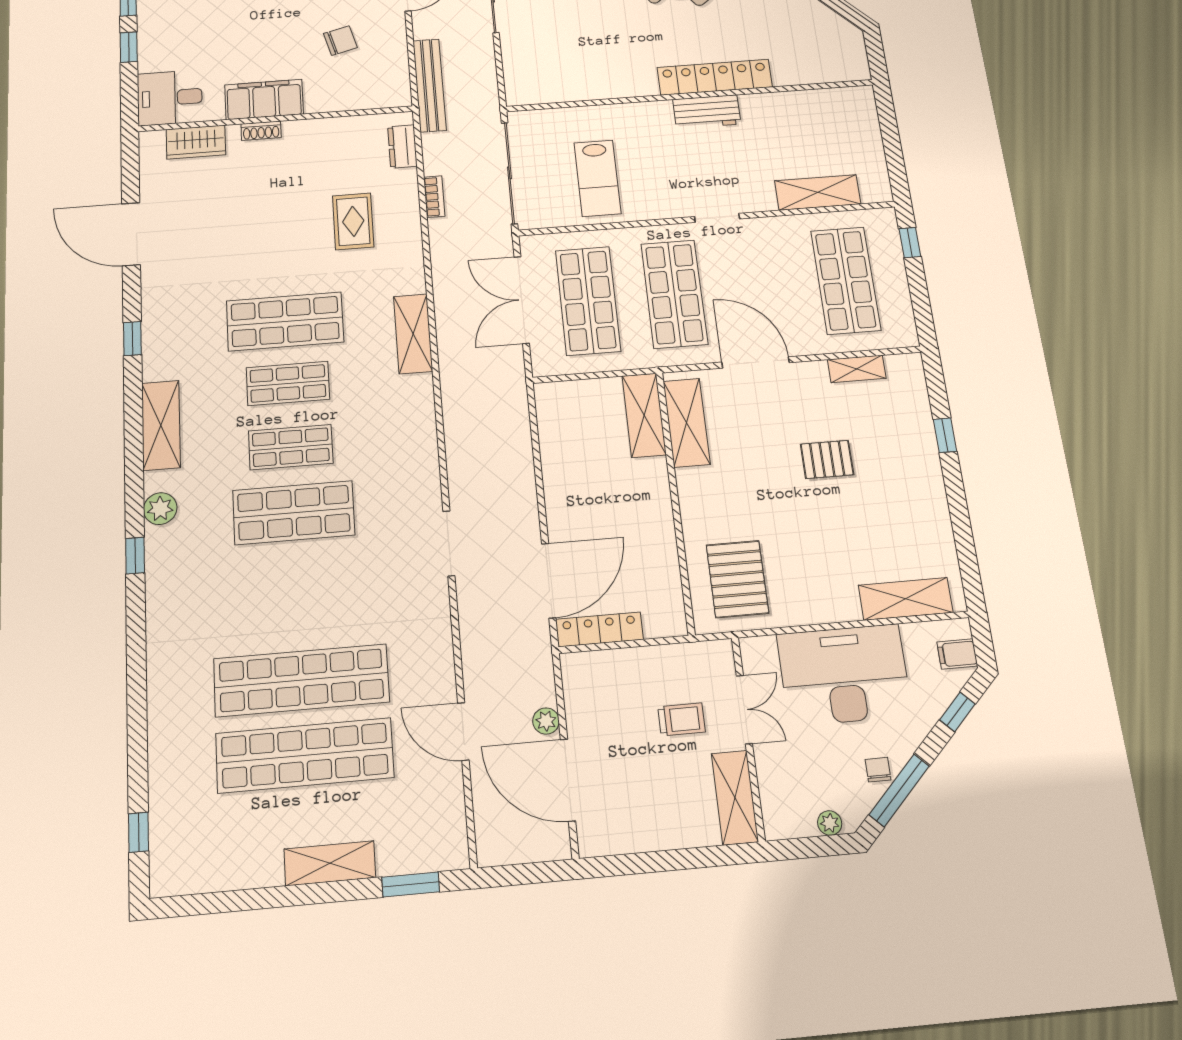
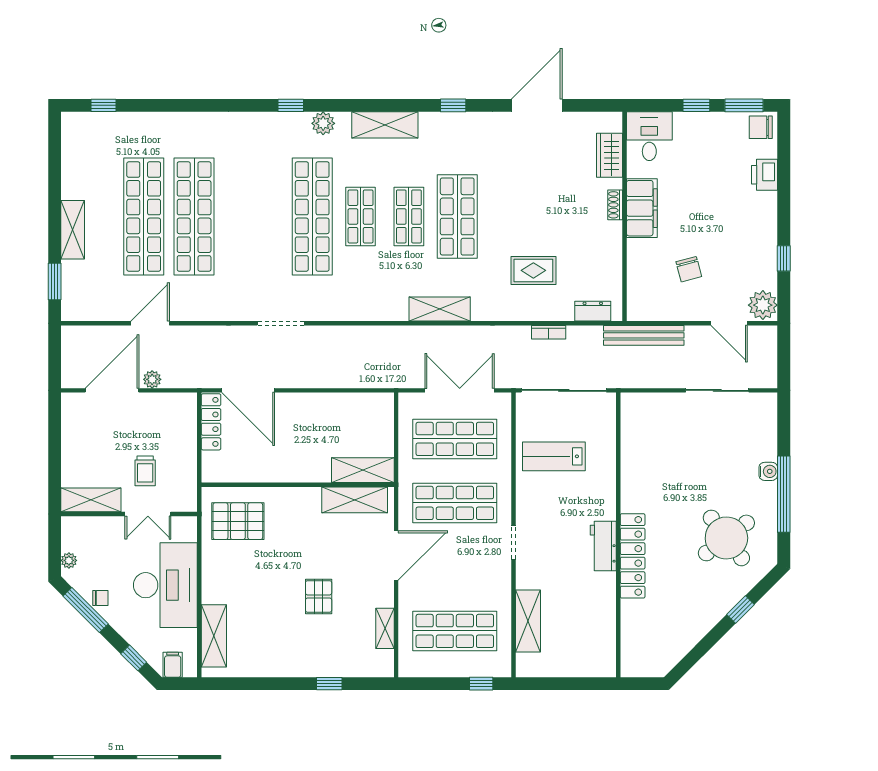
shop shelf: (294, 513) -> (312, 216), width x1.40

